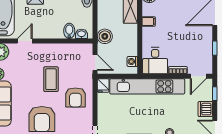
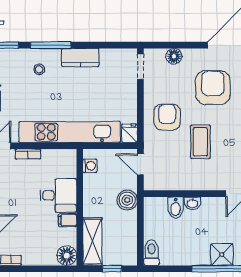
washbasin: (81, 34) -> (192, 203), moved
desk: (155, 61) -> (58, 195), moved, turned 90

